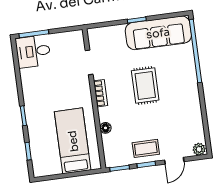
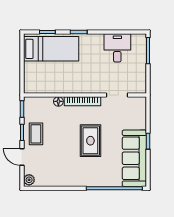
desk: (33, 51) -> (117, 48), moved
rug: (145, 85) -> (90, 141), turned 90
bookcase: (101, 93) -> (82, 101), width x1.56
bed: (73, 141) -> (51, 49), moved

